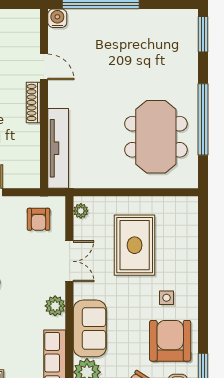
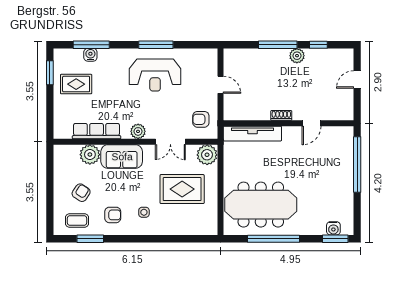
water cooler: (57, 18) -> (333, 228), moved, turned 90
shoe rack: (33, 102) -> (281, 115), width x0.70
meeting table: (156, 137) -> (261, 205), width x1.36
plant: (81, 211) -> (207, 155), width x1.87, depth x1.87
armchair: (170, 341) -> (113, 215), width x0.53, depth x0.53

